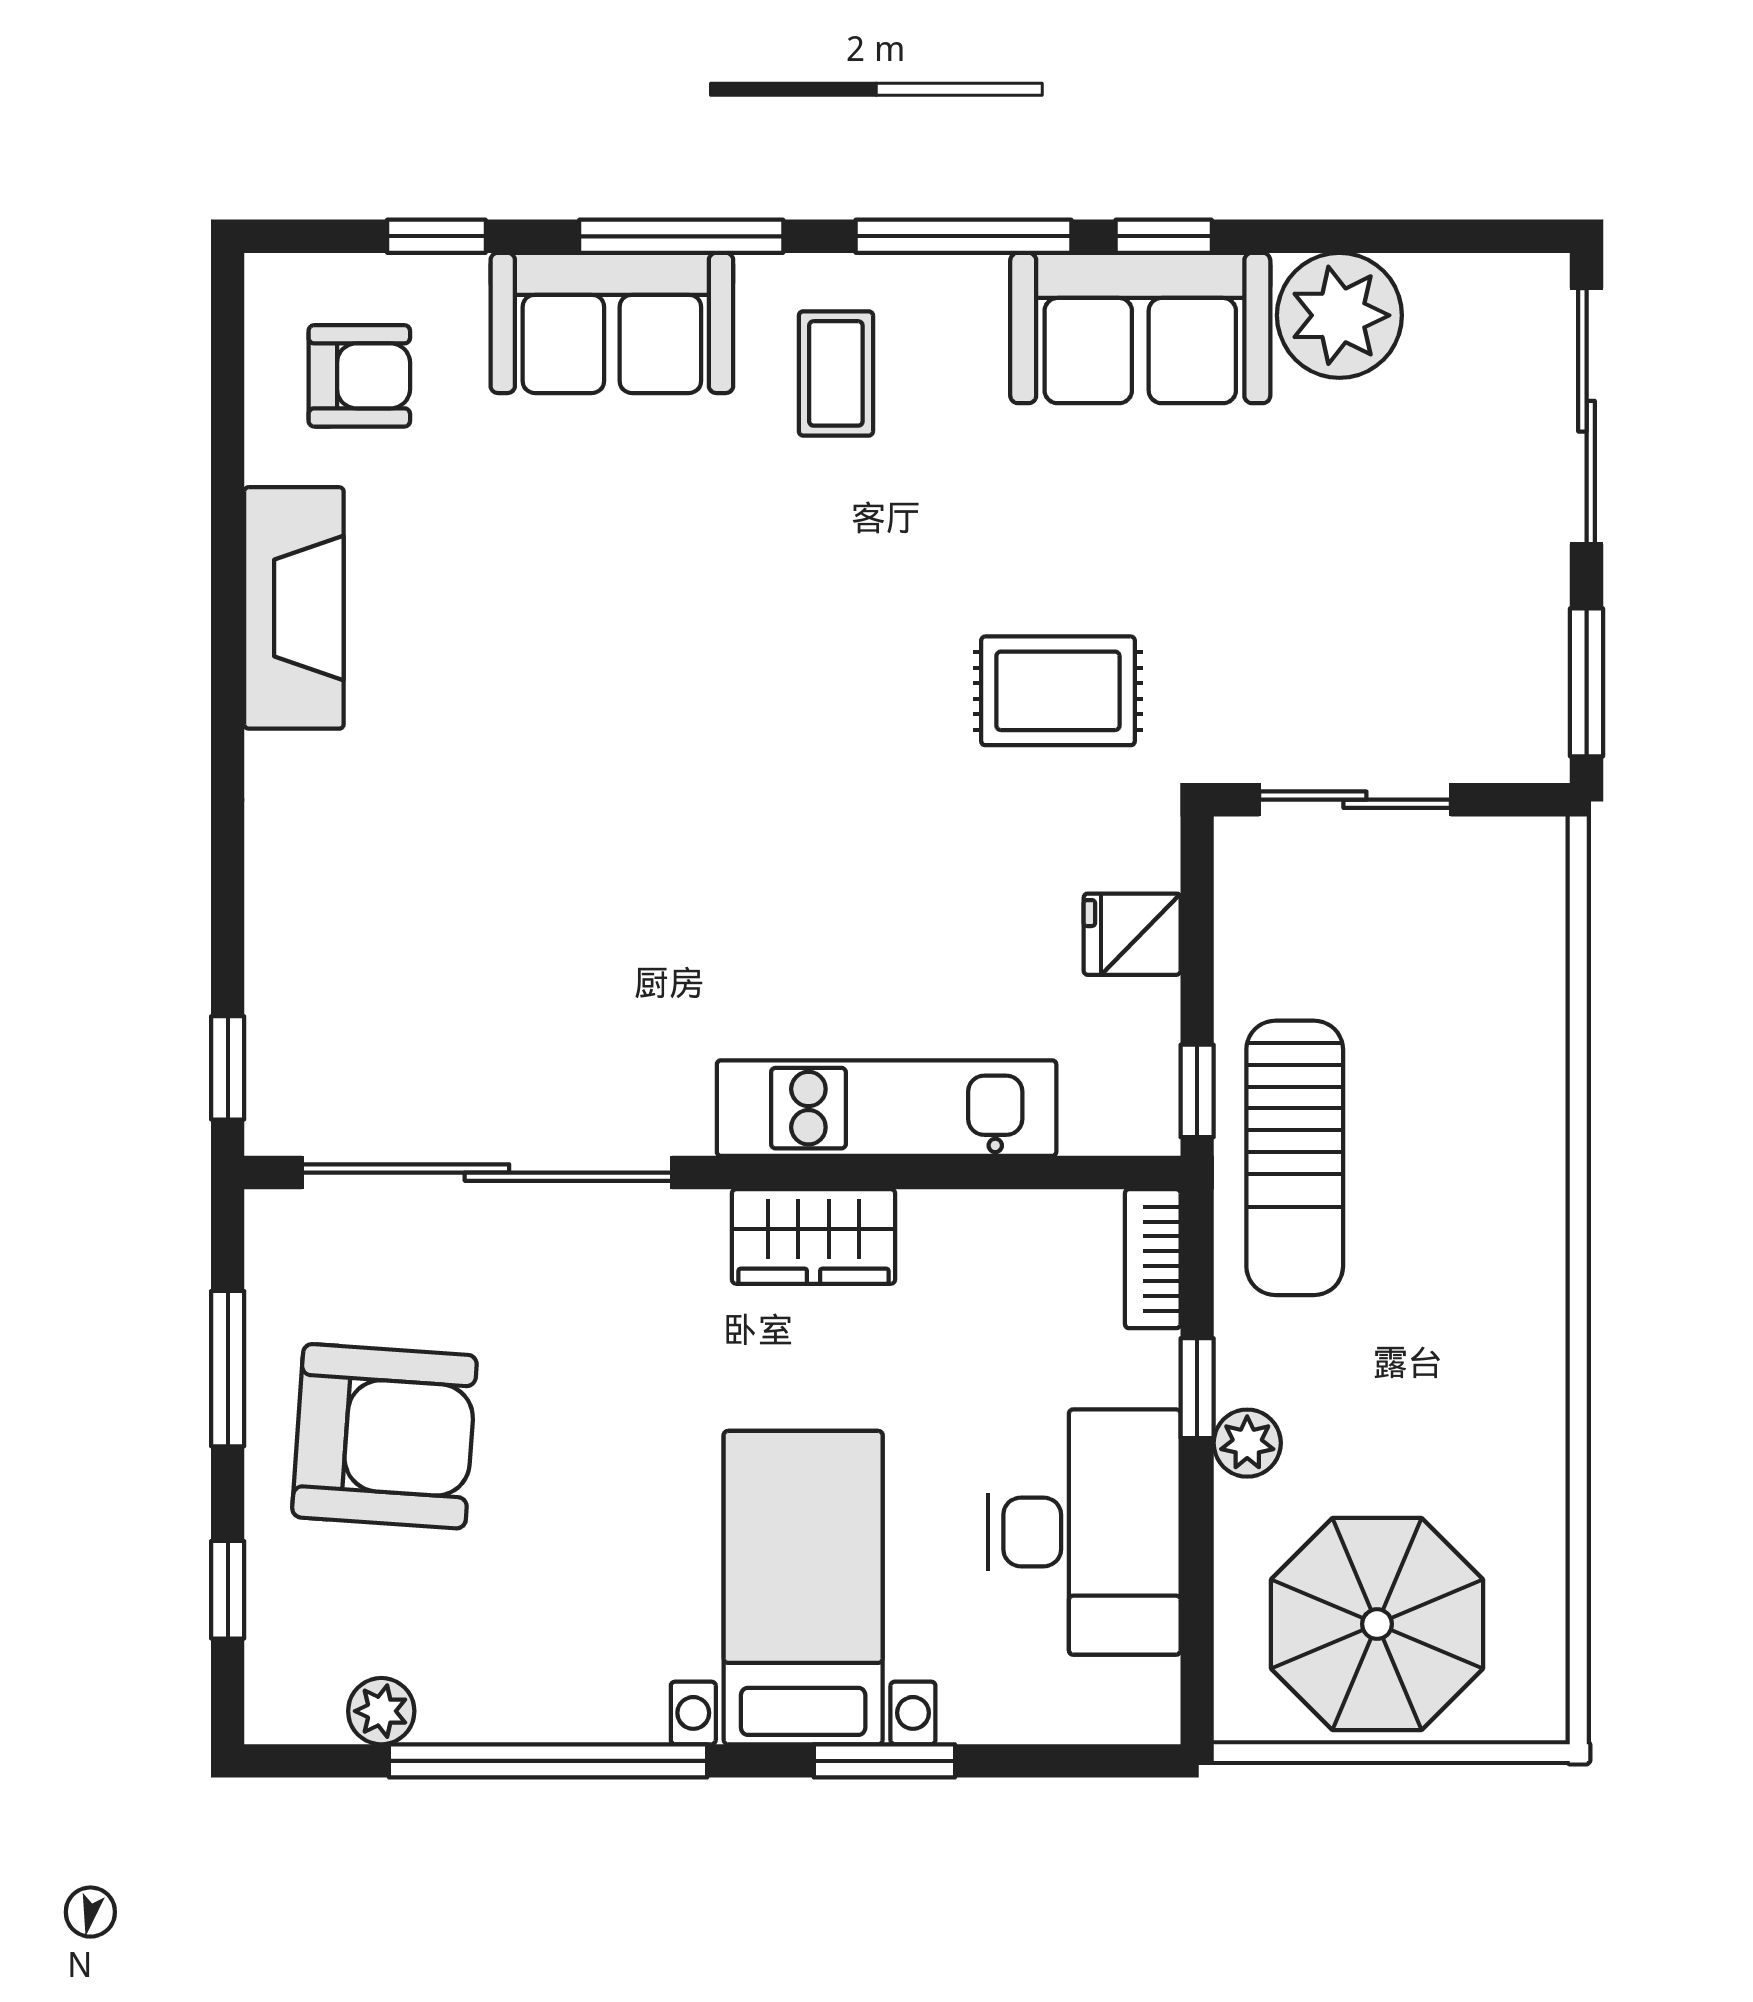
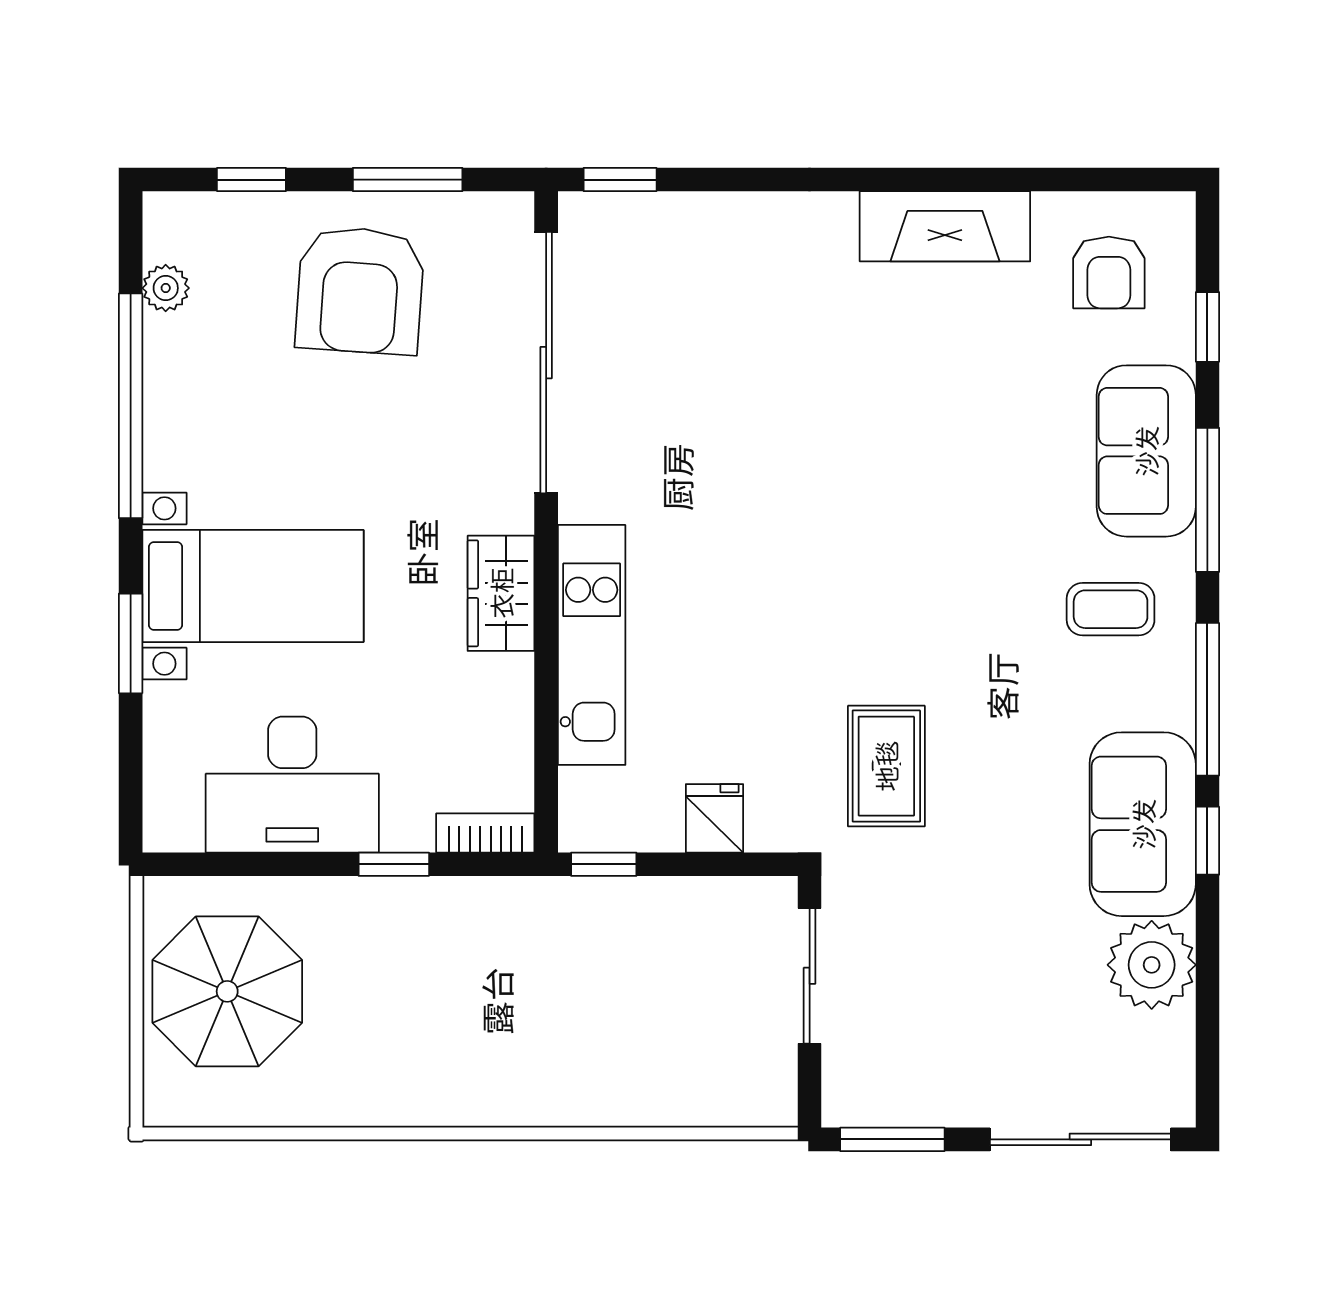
sun lounger: (1295, 1158) -> (556, 933), removed
plant: (1247, 1443) -> (355, 900), removed

